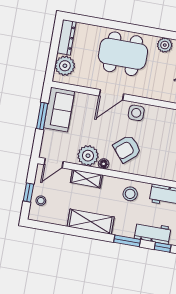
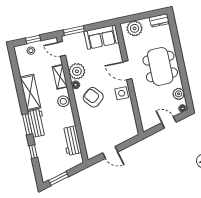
dresser: (67, 37) -> (159, 20), width x0.70
window: (42, 116) -> (74, 31), moved
stool: (130, 194) -> (63, 101), moved
workbench: (153, 233) -> (37, 123), moved

